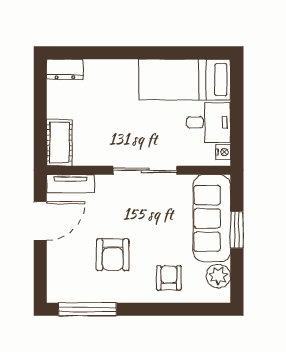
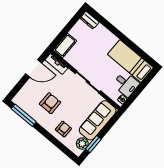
window: (237, 230) -> (93, 144), moved
armchair: (113, 255) -> (50, 103), turned 180

